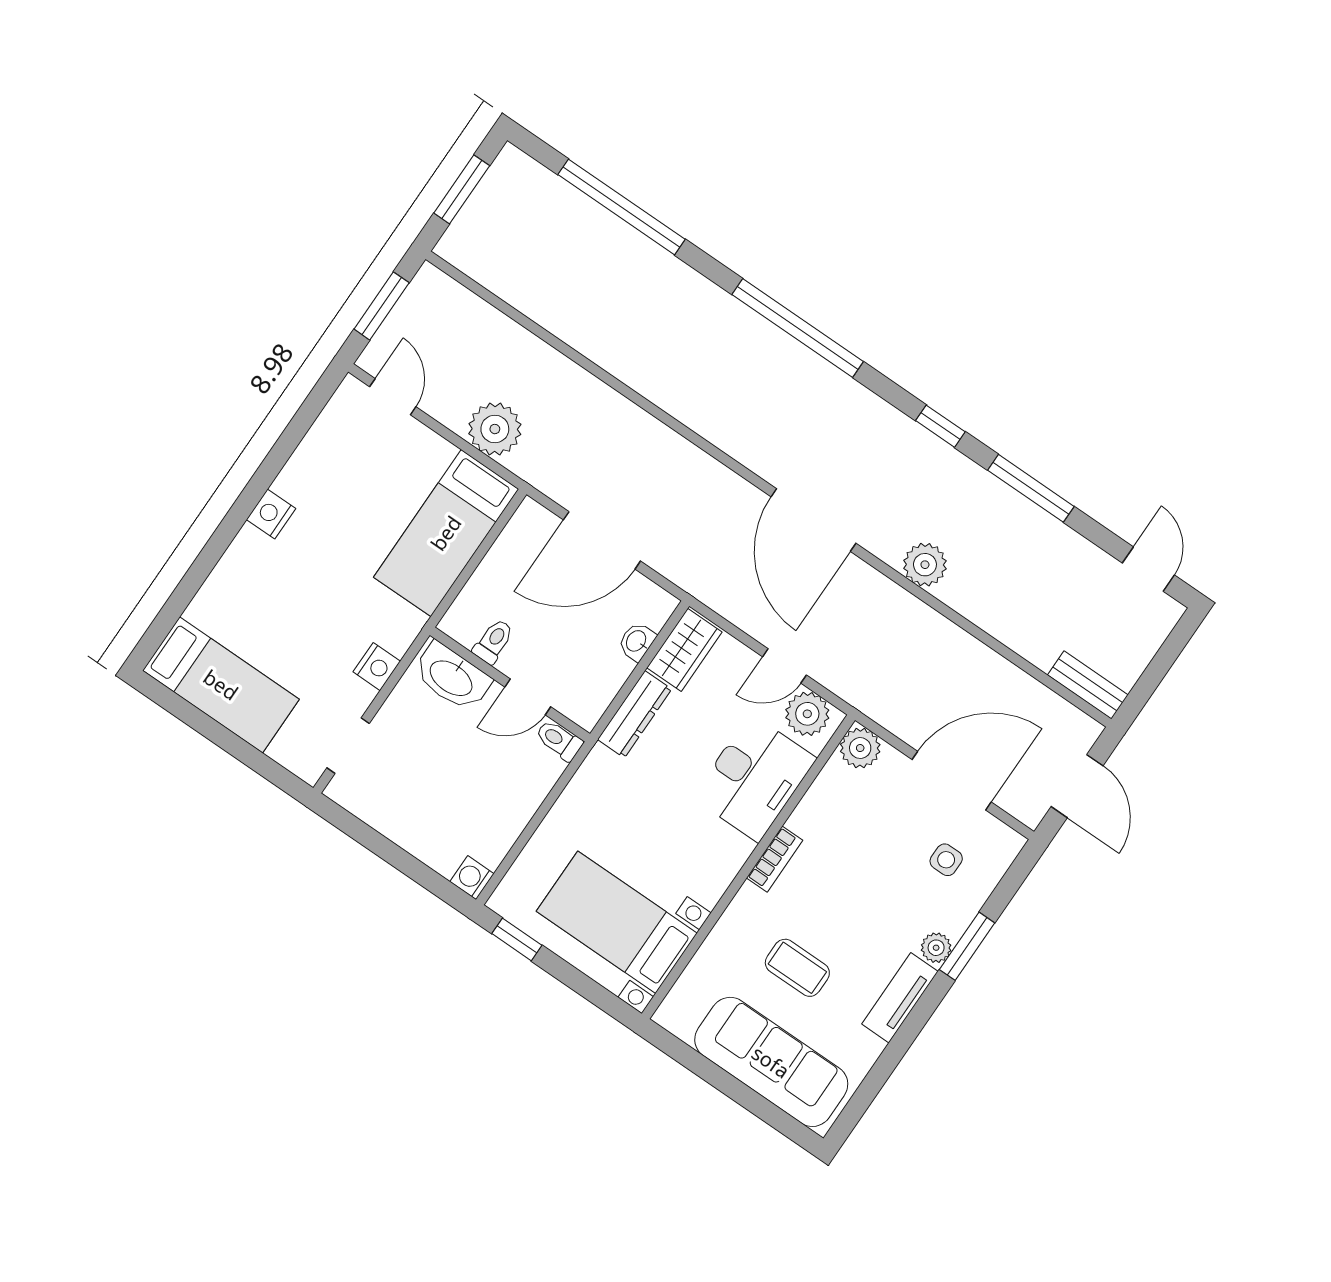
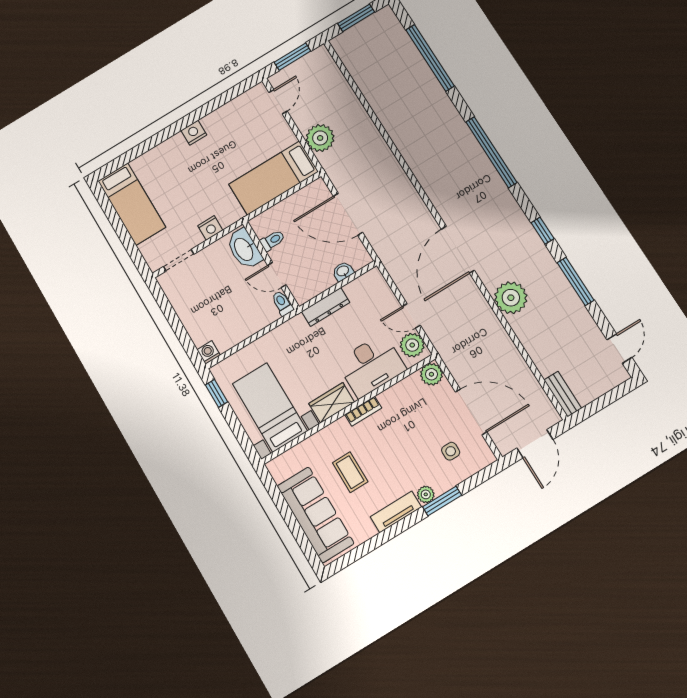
plant: (925, 565) -> (511, 298), width x1.36, depth x1.36
wardrobe: (684, 650) -> (332, 403), moved, turned 180

